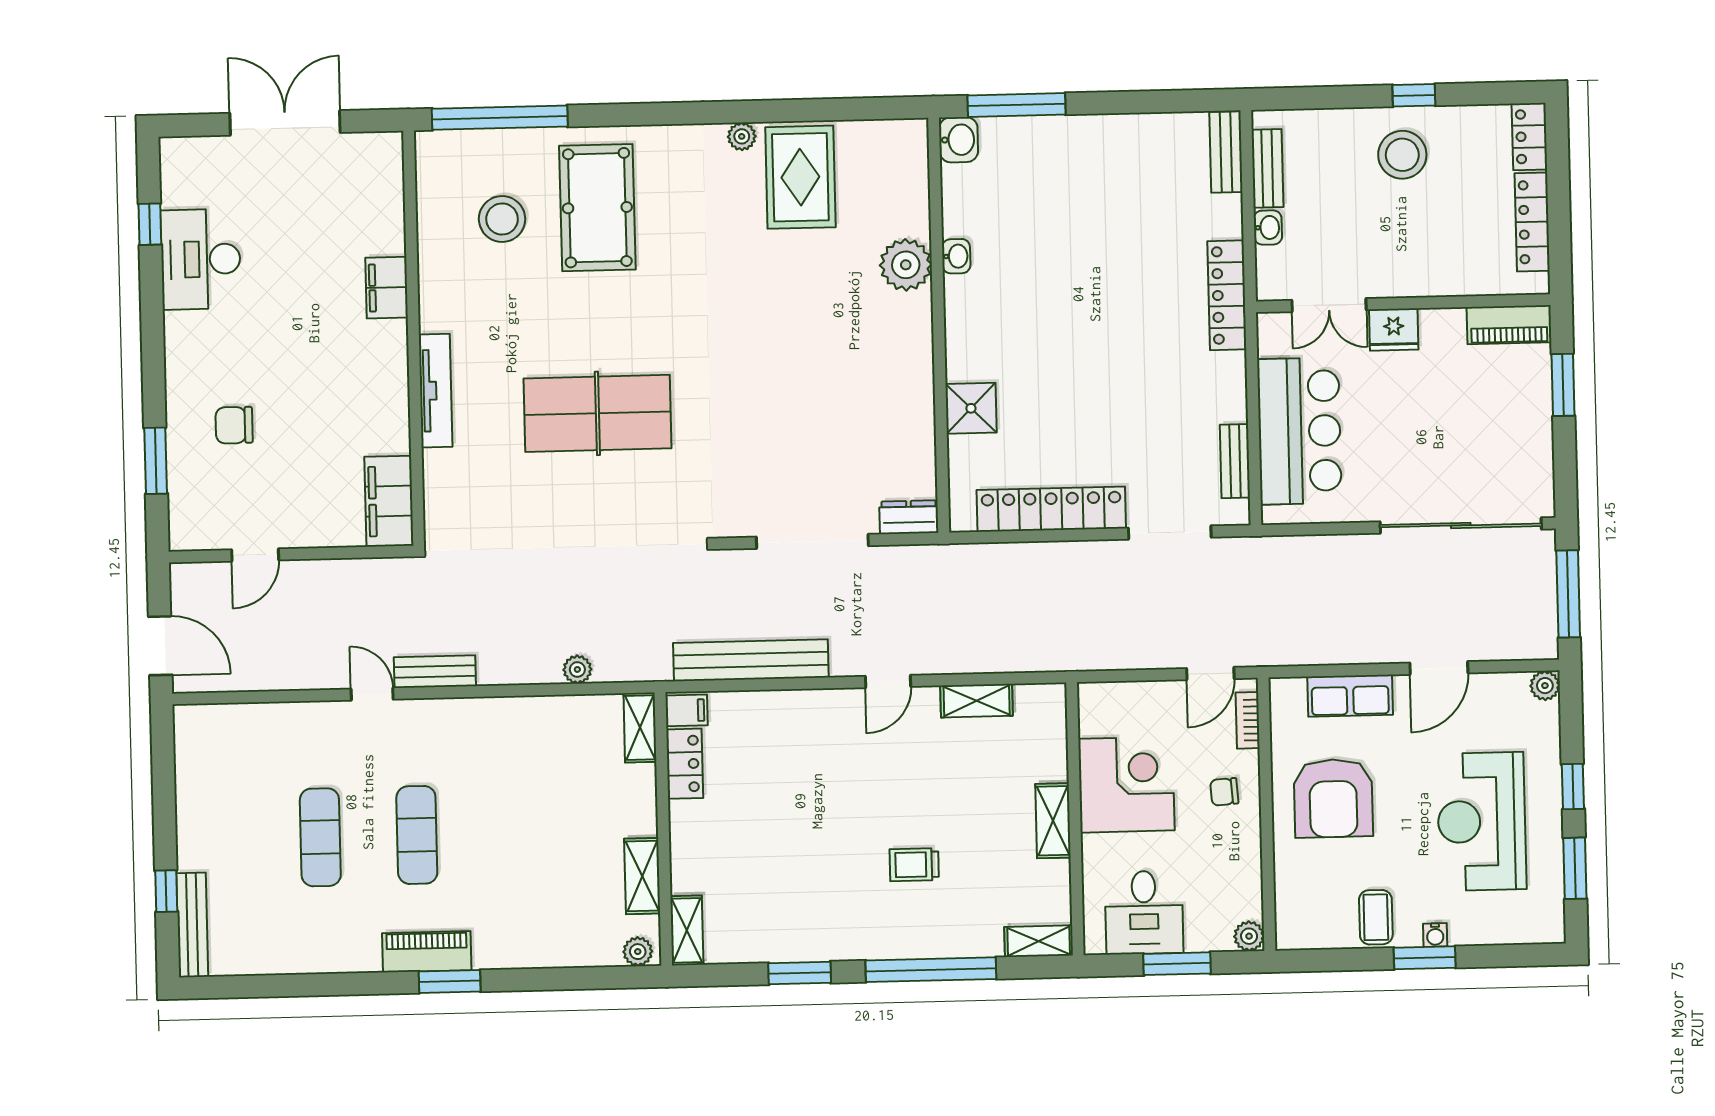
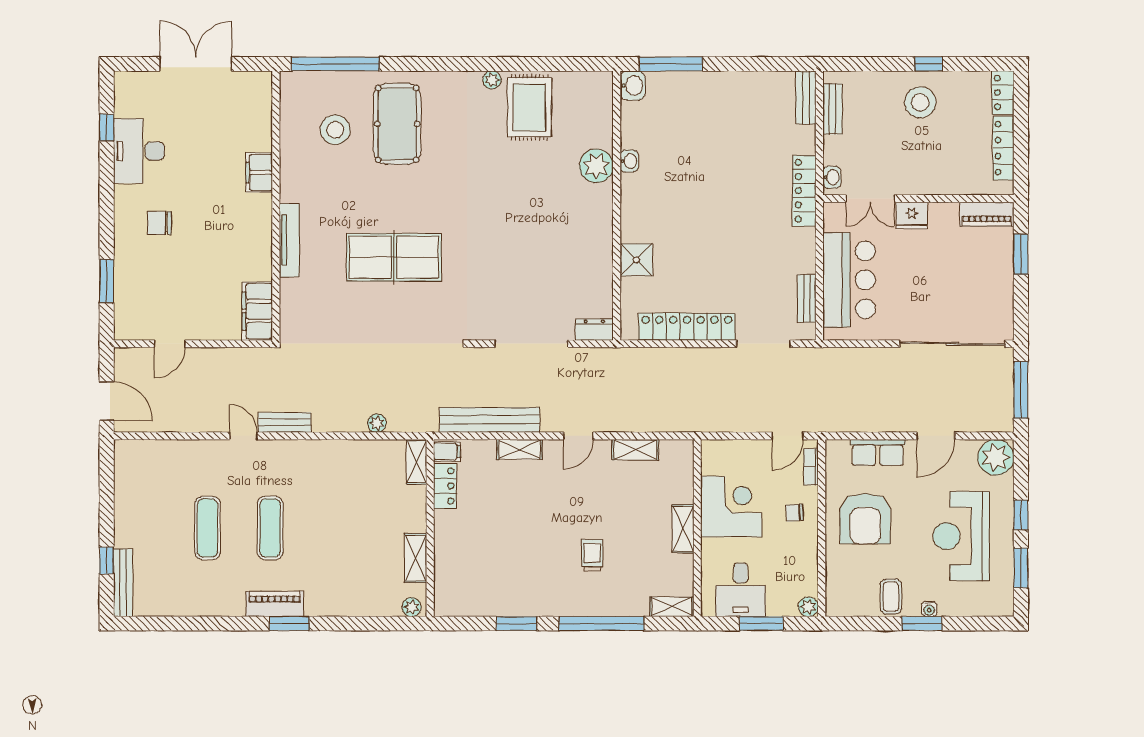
washbasin: (1268, 228) -> (832, 177), moved
chair: (234, 425) -> (159, 223), moved
plant: (1545, 686) -> (996, 457), width x1.87, depth x1.87
trolley: (914, 865) -> (592, 555), turned 90
shelving: (687, 930) -> (520, 449), moved, turned 90

